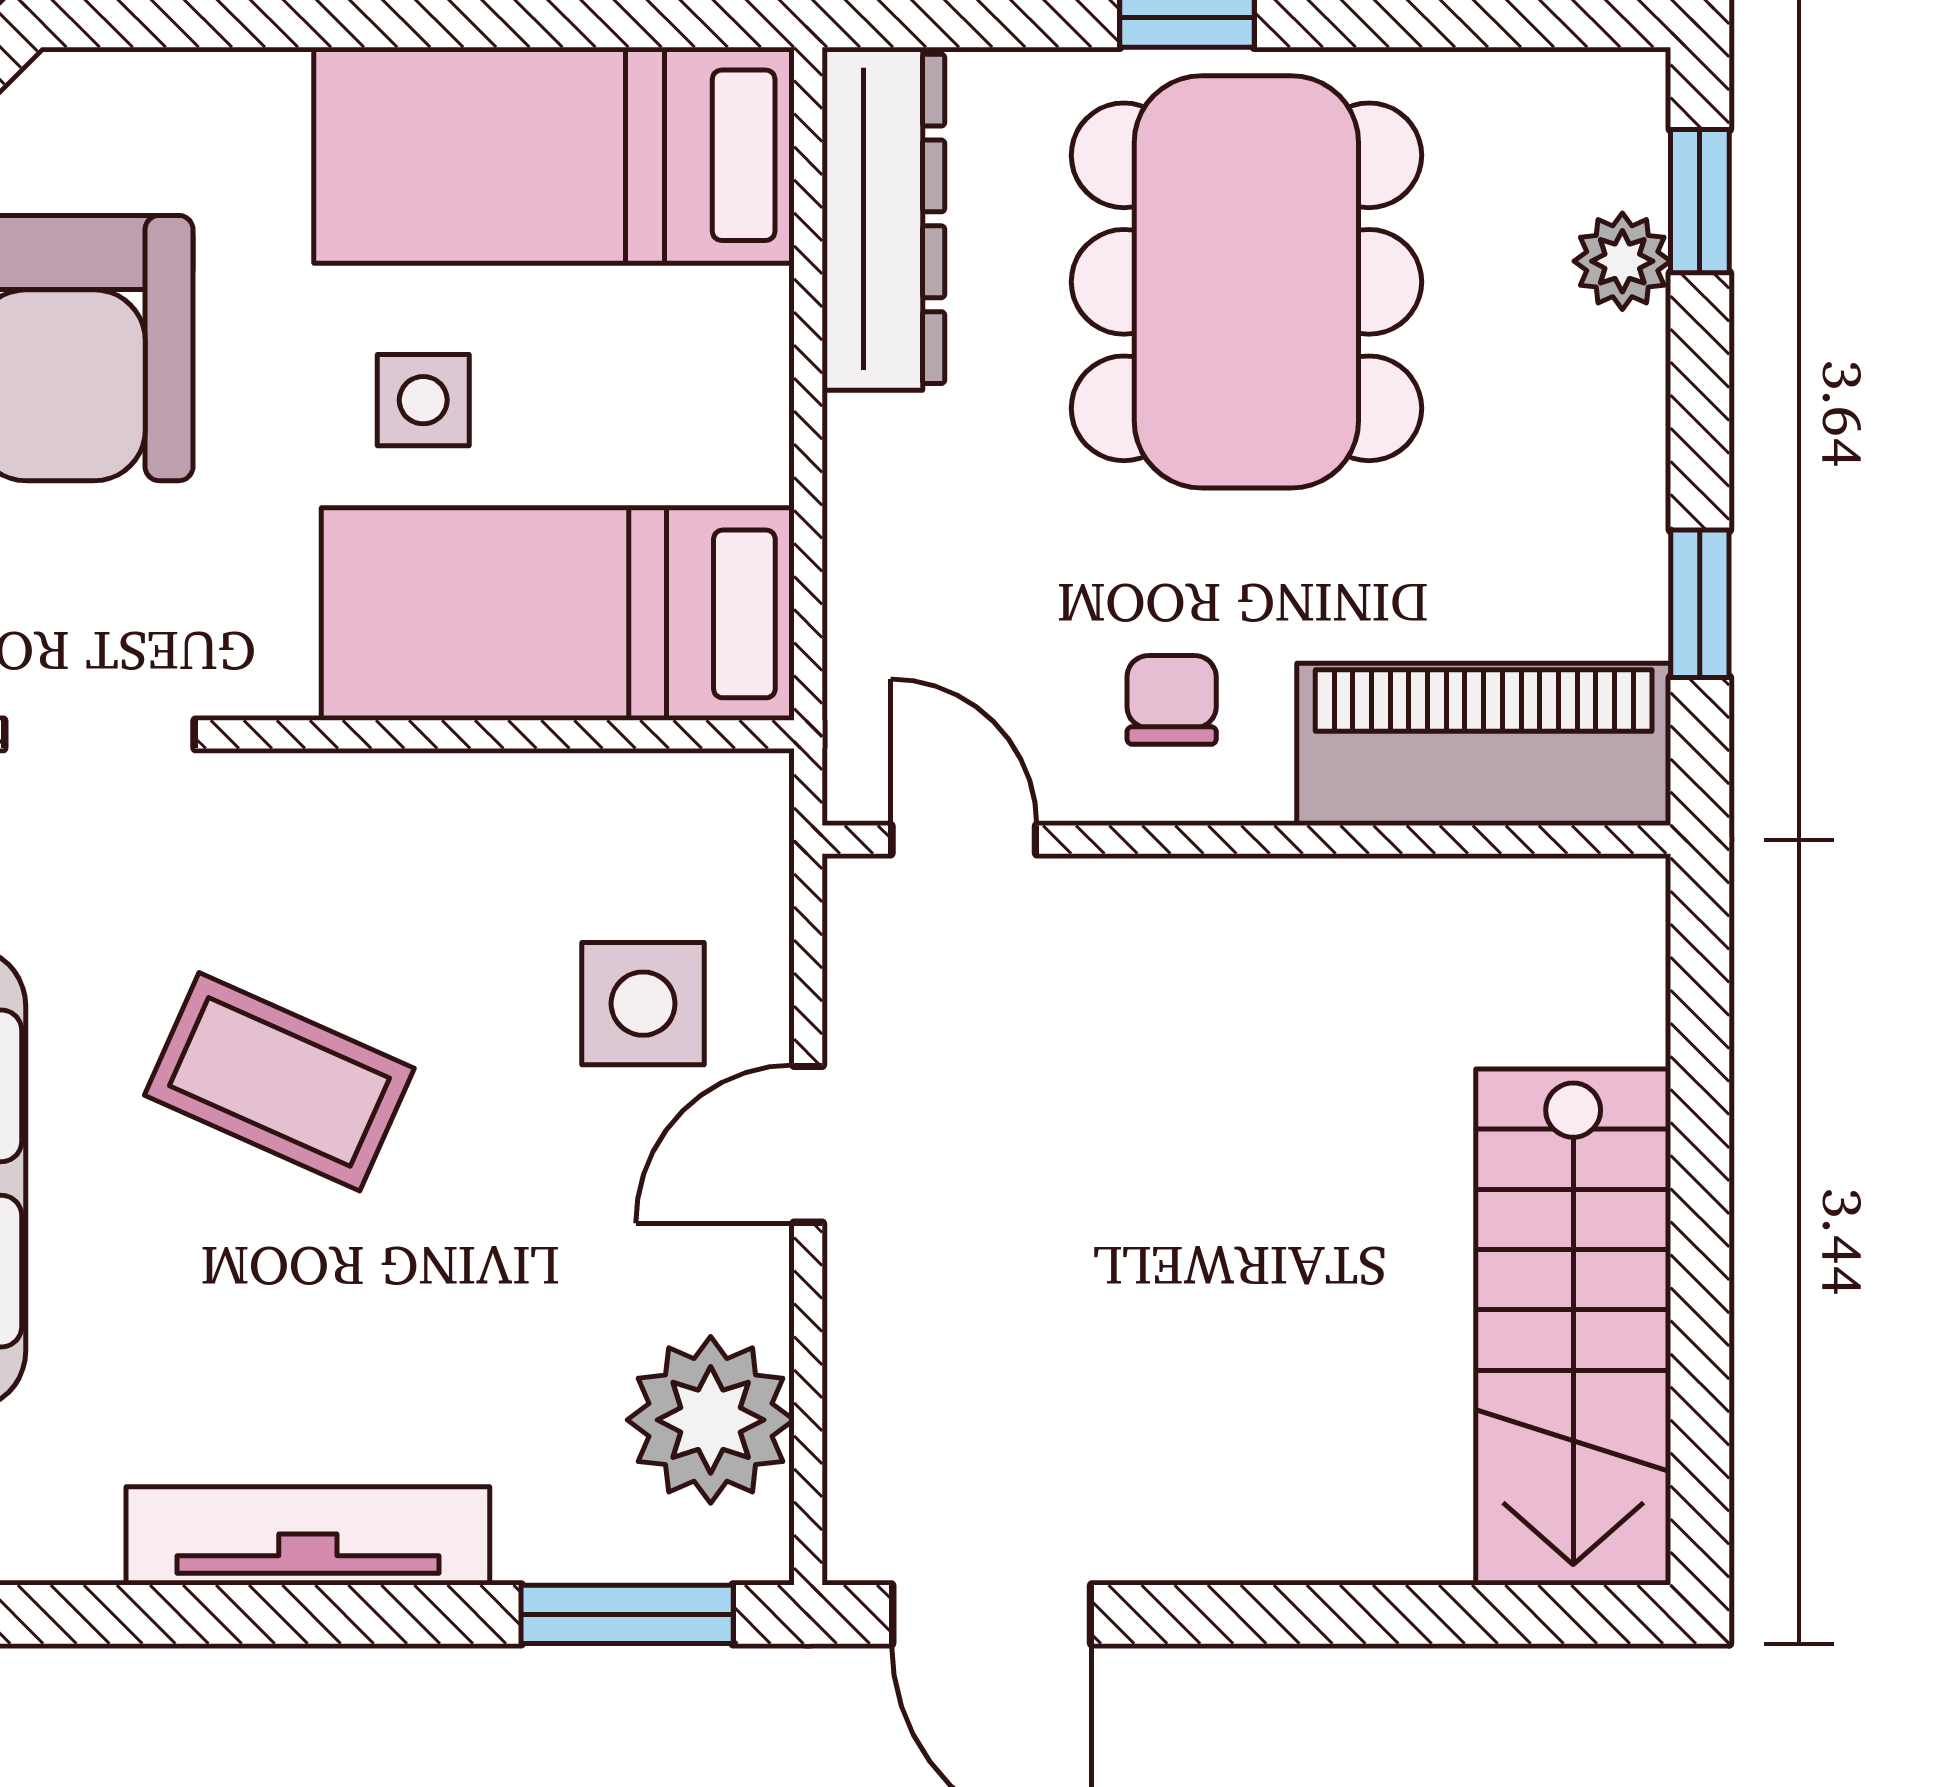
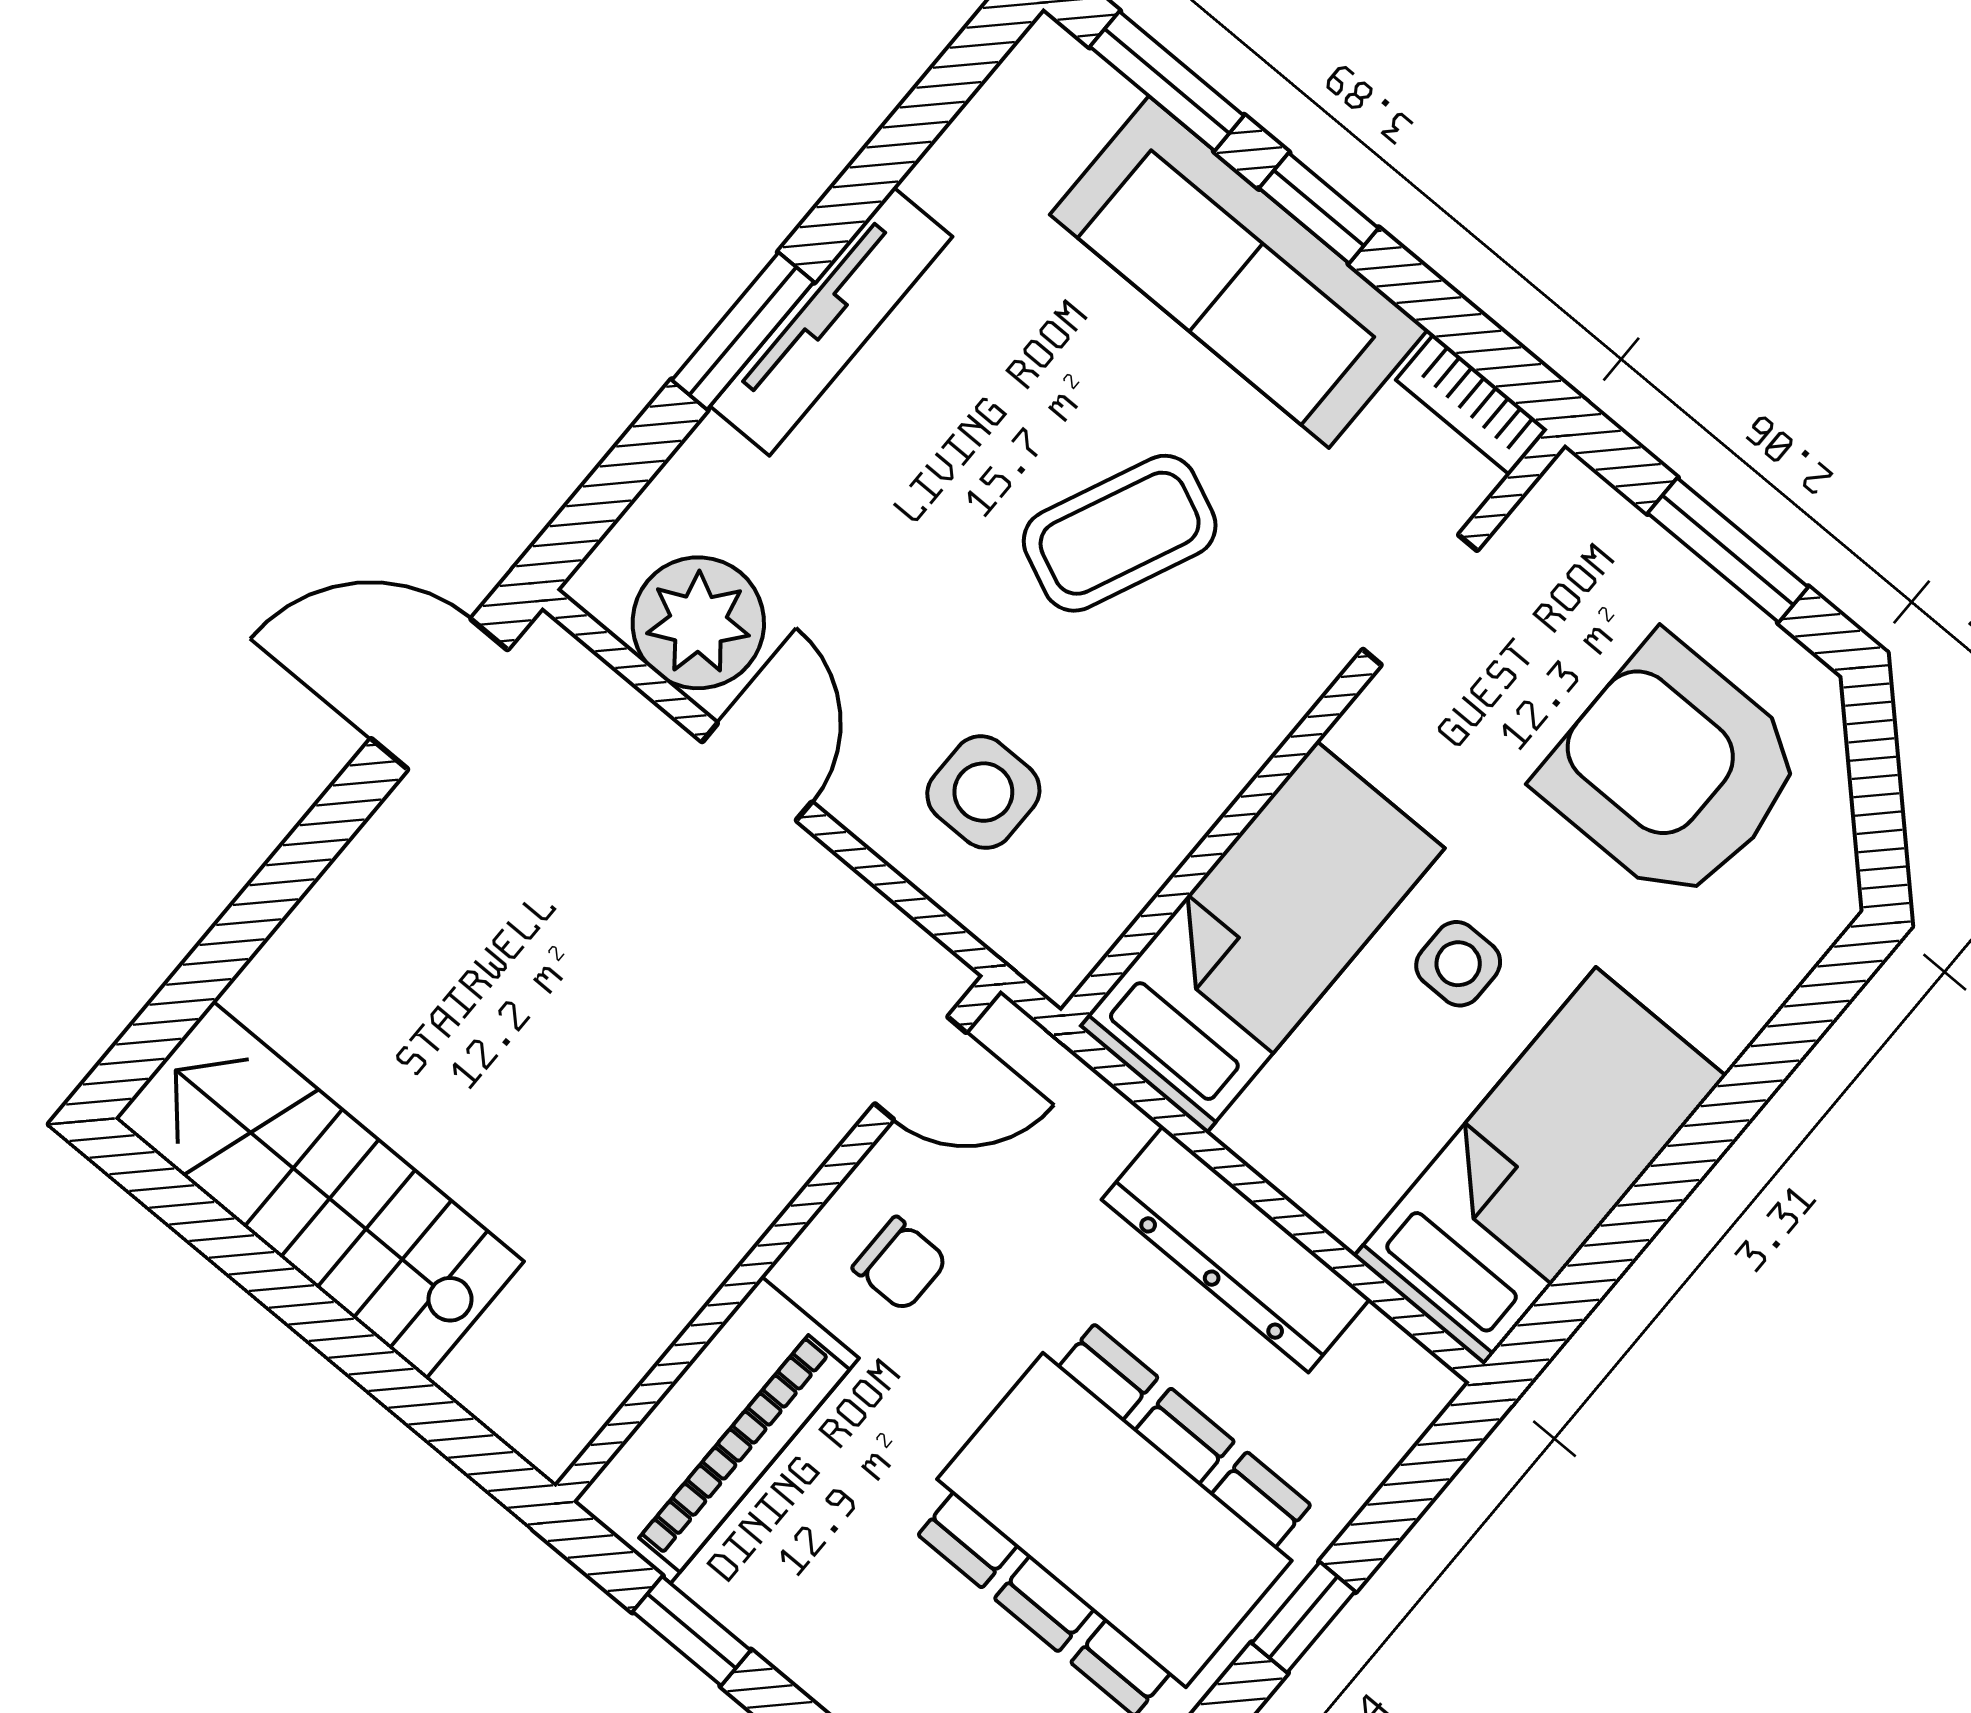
dresser: (883, 219) -> (1236, 1249), moved
door: (808, 1144) -> (757, 772), moved
window: (627, 1614) -> (743, 331), moved

